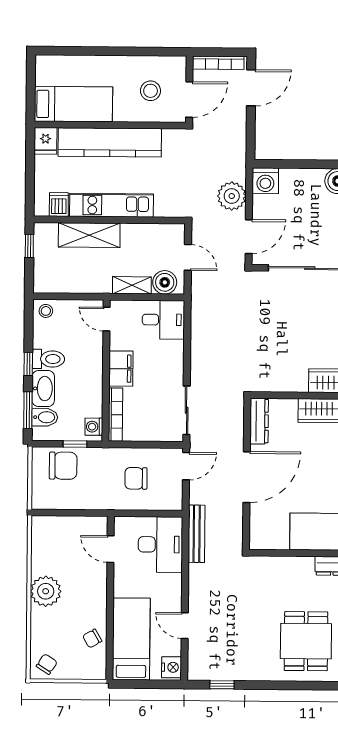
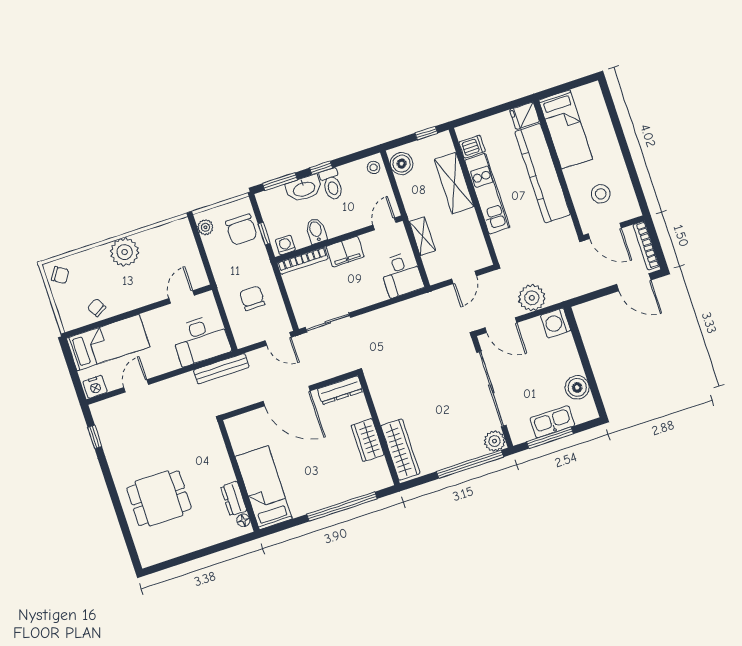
boiler: (165, 282) -> (402, 164), moved
bidet: (45, 417) -> (316, 231), moved, turned 180
plant: (48, 501) -> (205, 227), added

